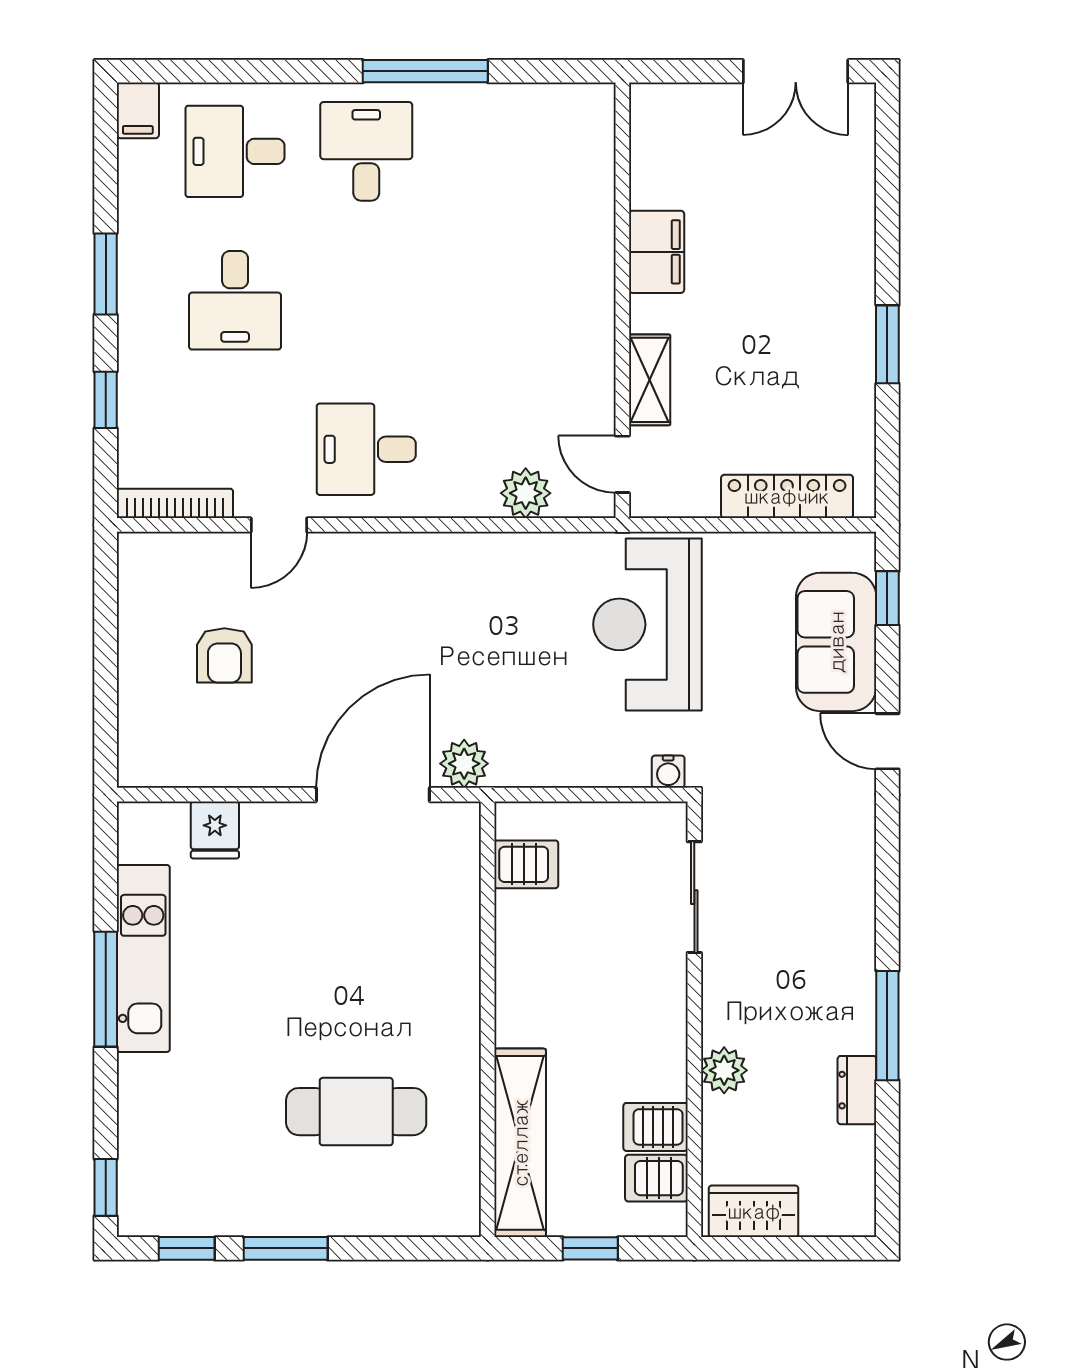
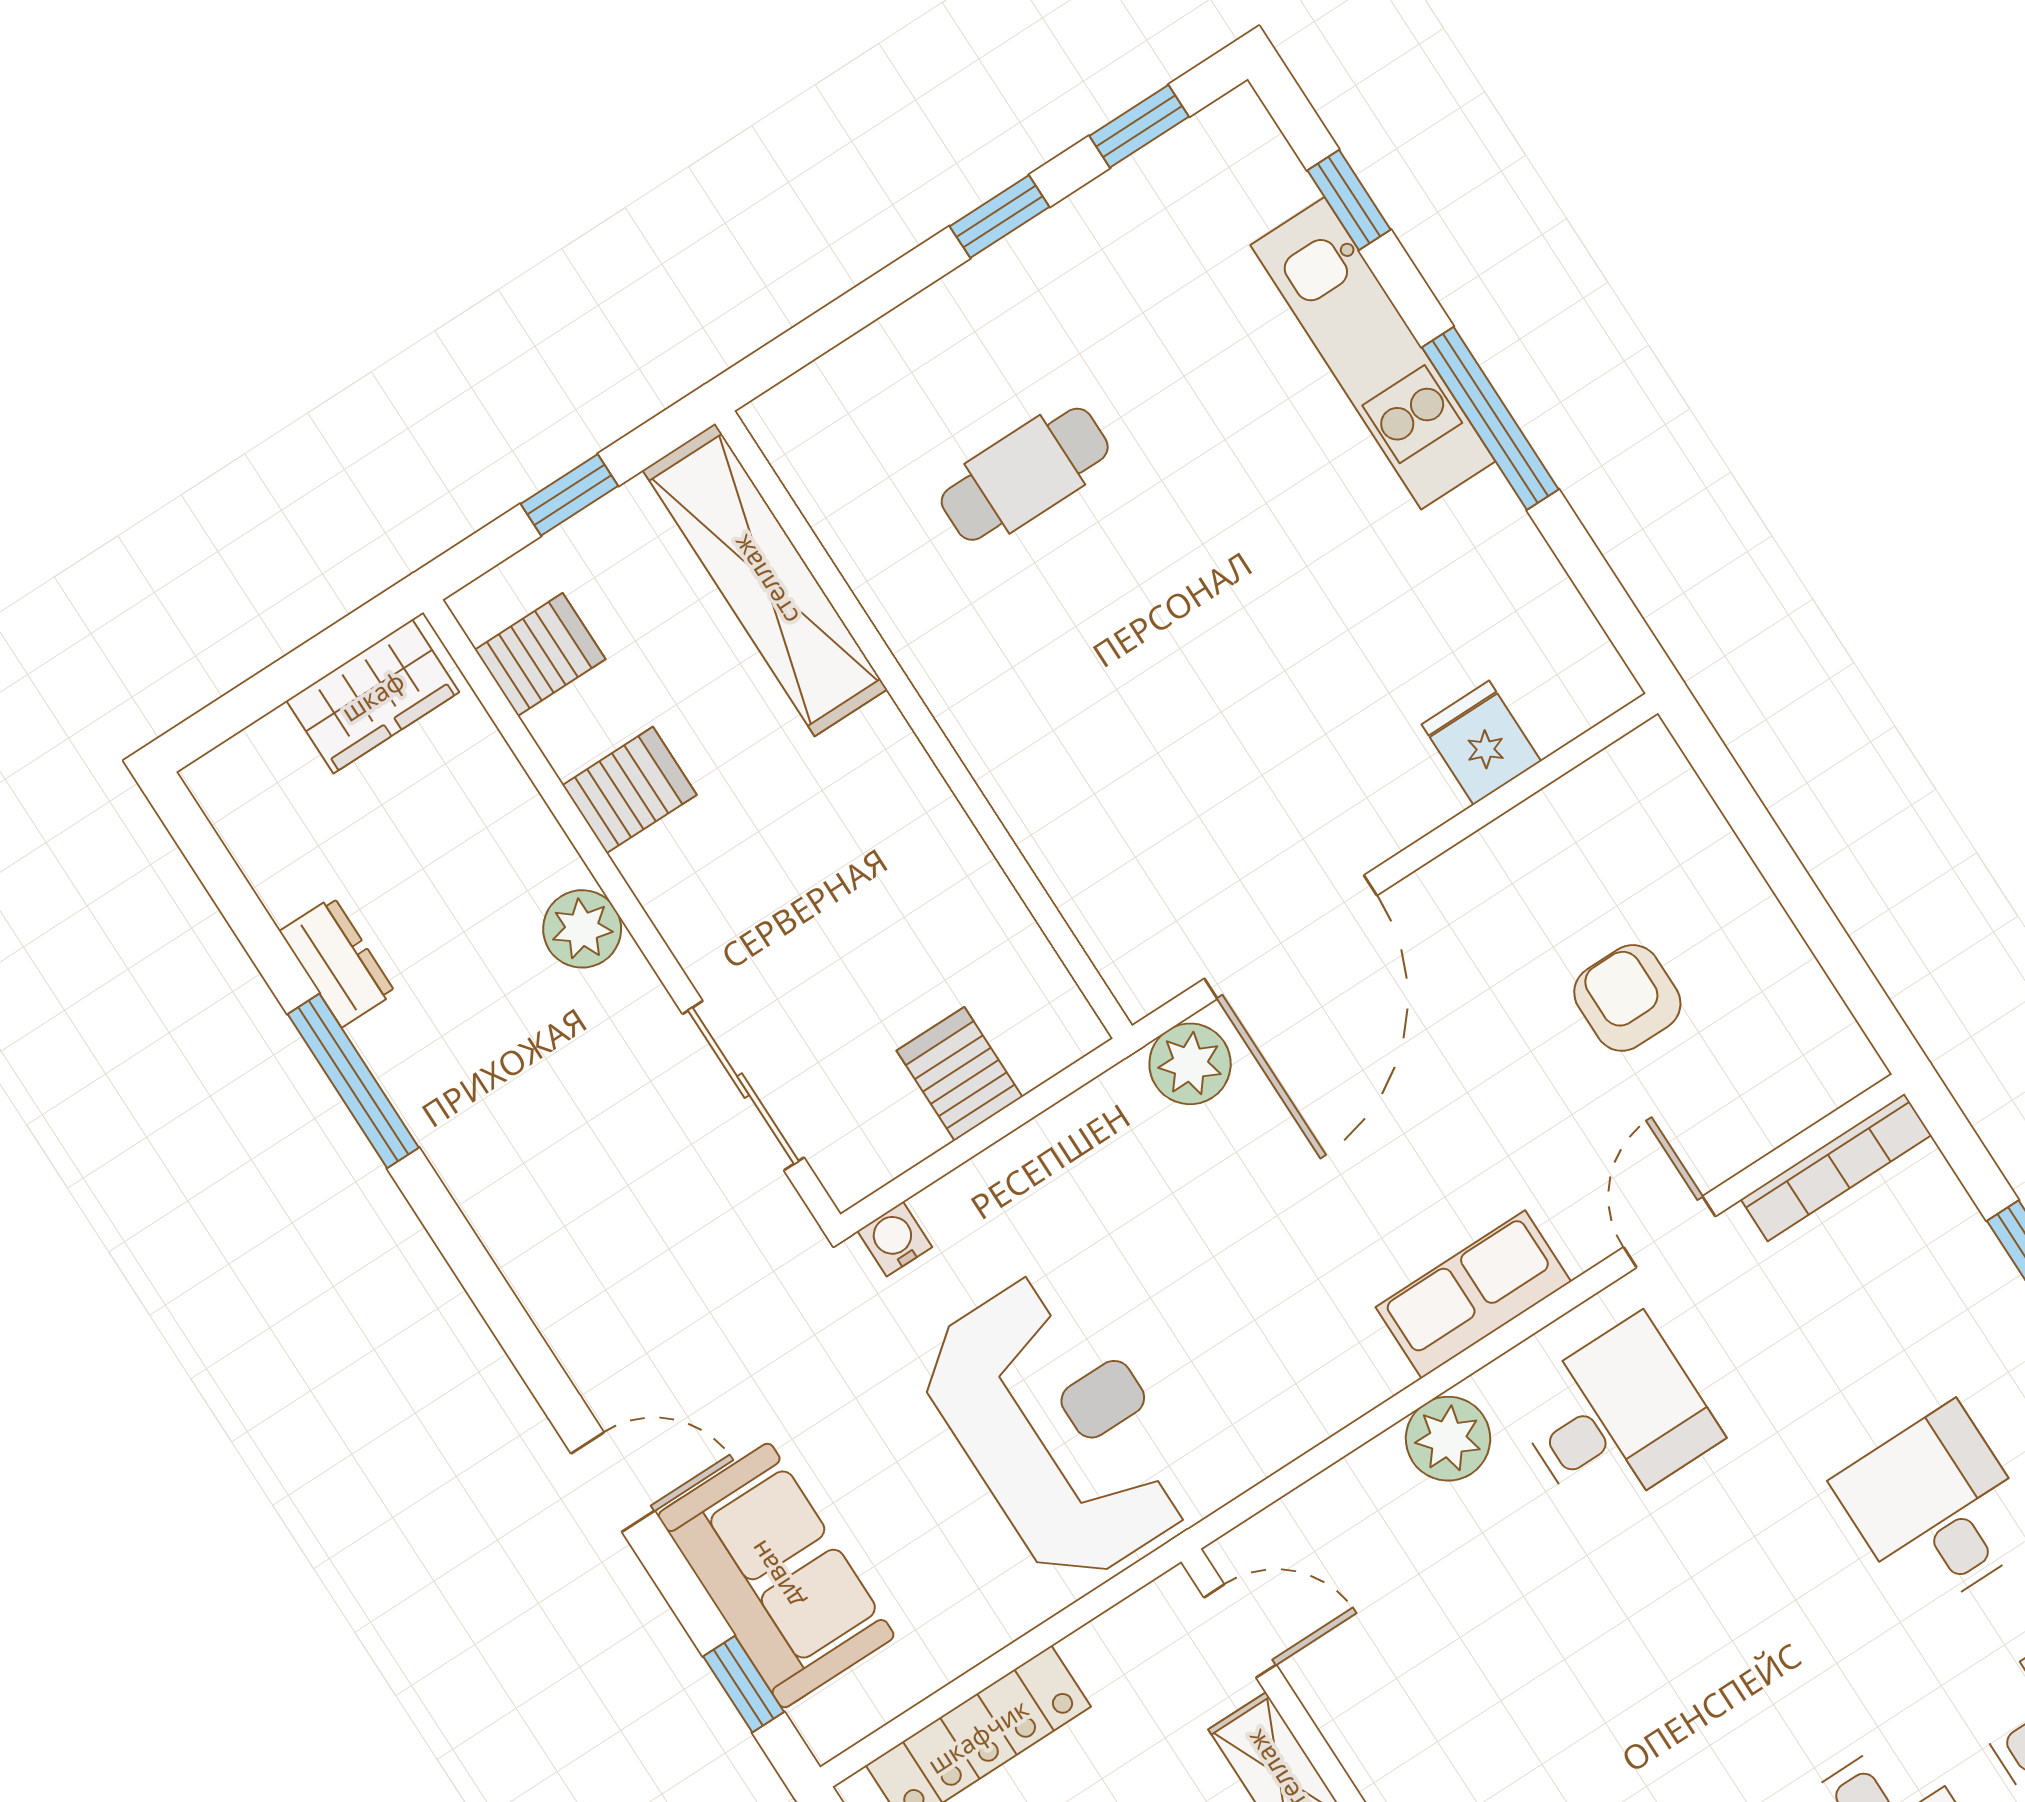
plant: (526, 493) -> (1448, 1439), moved
row of seats: (397, 557) -> (1473, 1294), added
server rack: (526, 864) -> (960, 1074), moved, turned 90
kitchen unit: (143, 958) -> (1373, 353), moved
plant: (724, 1070) -> (582, 929), moved
cafe table: (356, 1112) -> (1025, 474), width x0.73, depth x0.74
server rack: (655, 1127) -> (630, 790), moved
window: (106, 1187) -> (1349, 200), moved
window: (286, 1248) -> (1000, 217), width x0.67

